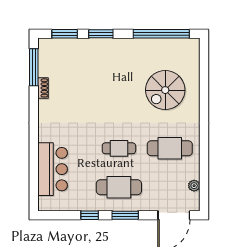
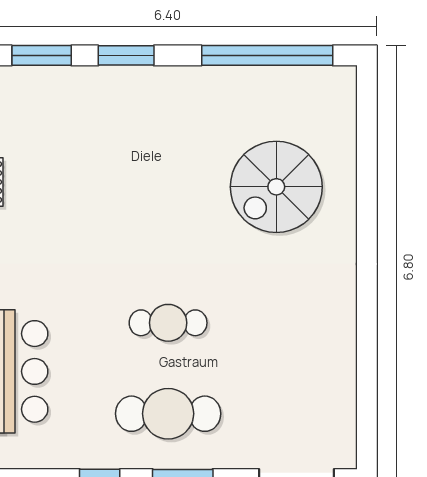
cafe table: (170, 148) -> (287, 323), removed
plant: (194, 186) -> (344, 410), removed

